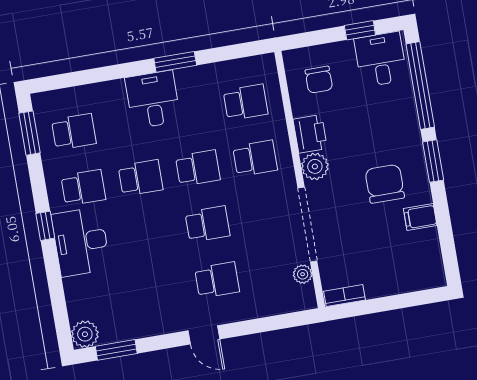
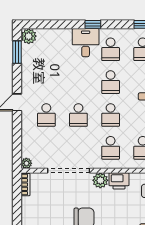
desk: (81, 242) -> (86, 43), width x0.73
plant: (303, 274) -> (26, 163), moved

